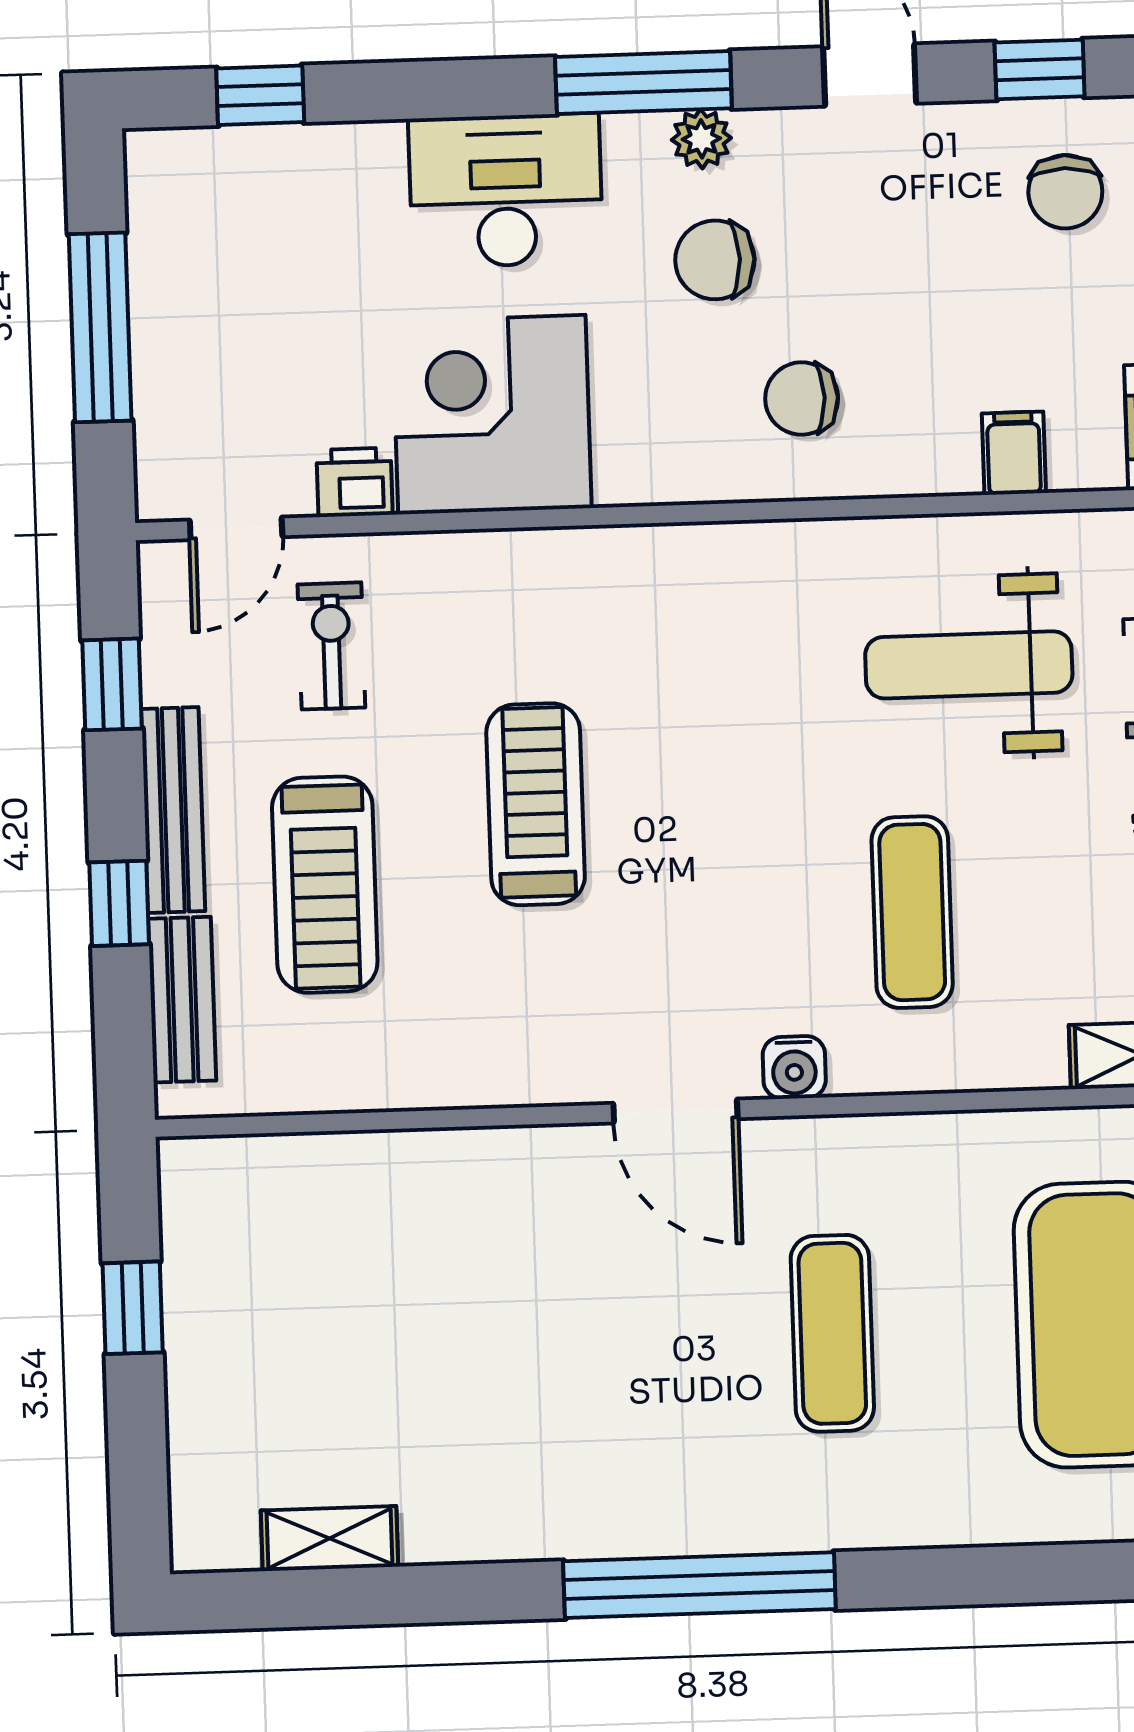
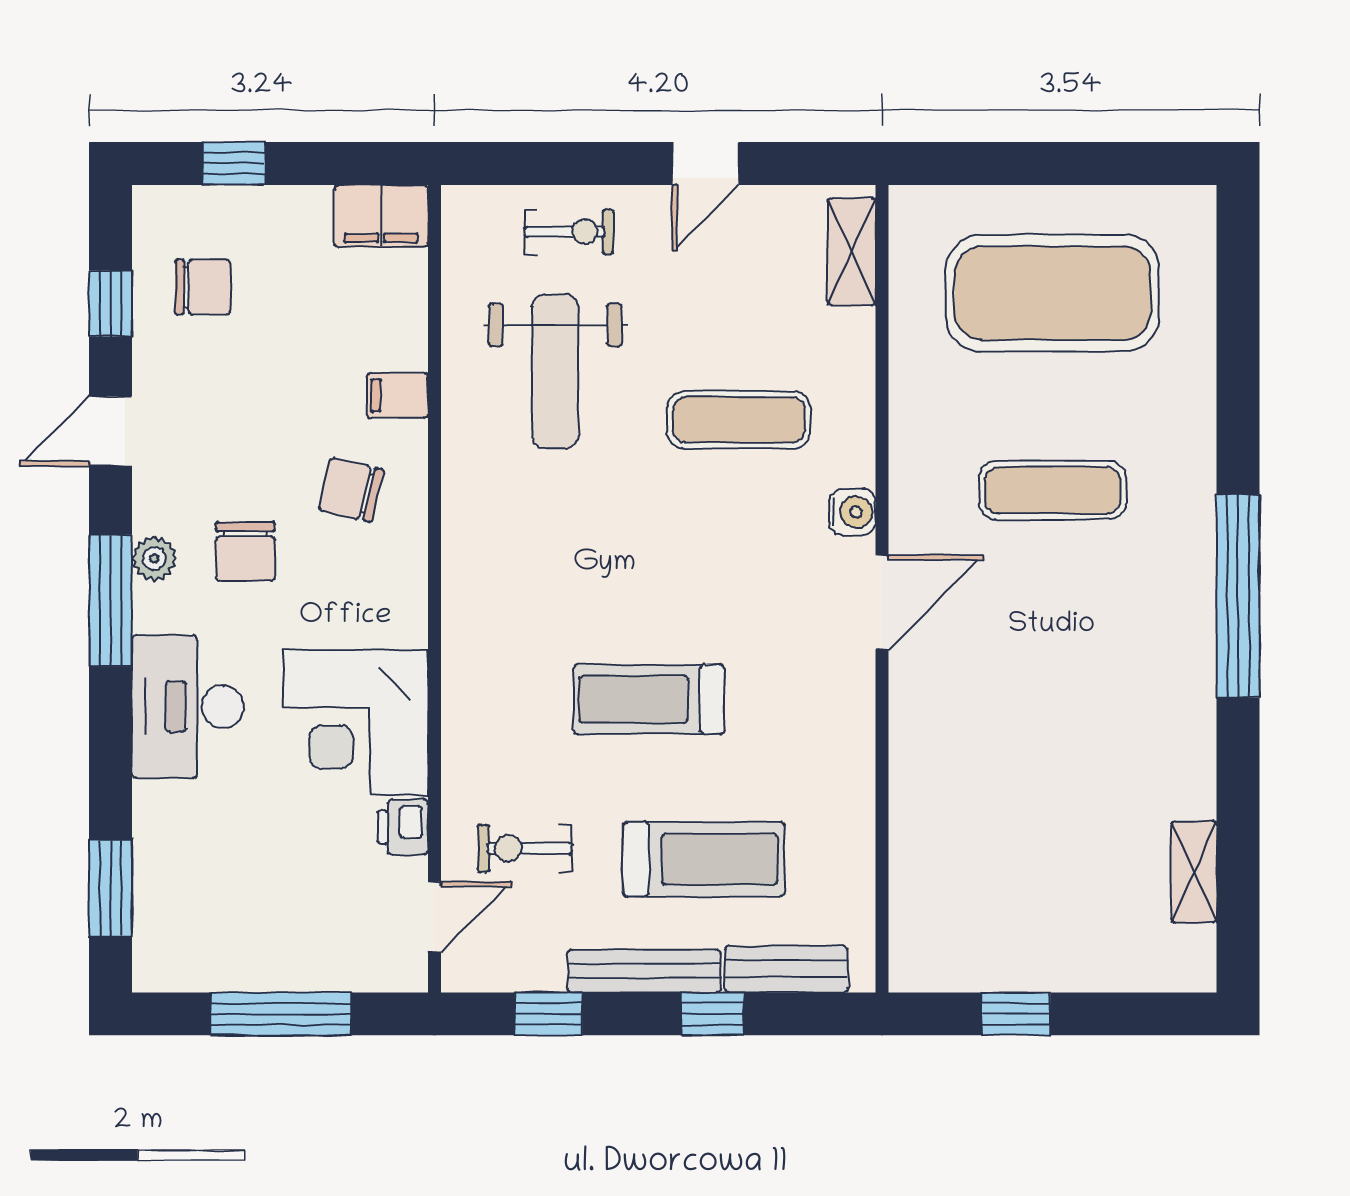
window: (260, 95) -> (111, 888), width x1.50
chair: (802, 398) -> (351, 490), turned 103
filing cabinet: (1014, 453) -> (397, 395), moved
door: (236, 528) -> (435, 917), hinge flipped

